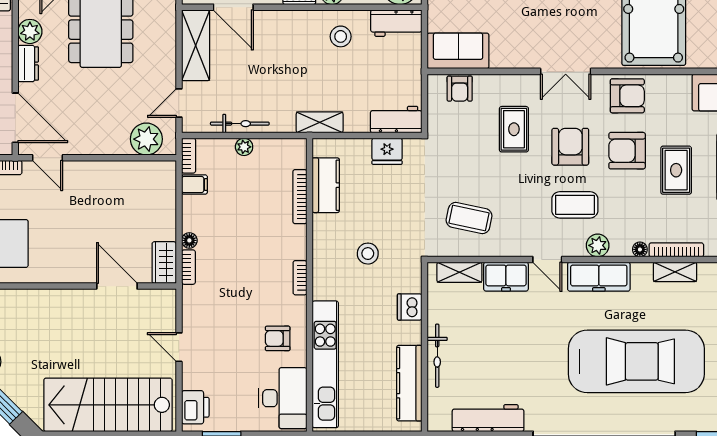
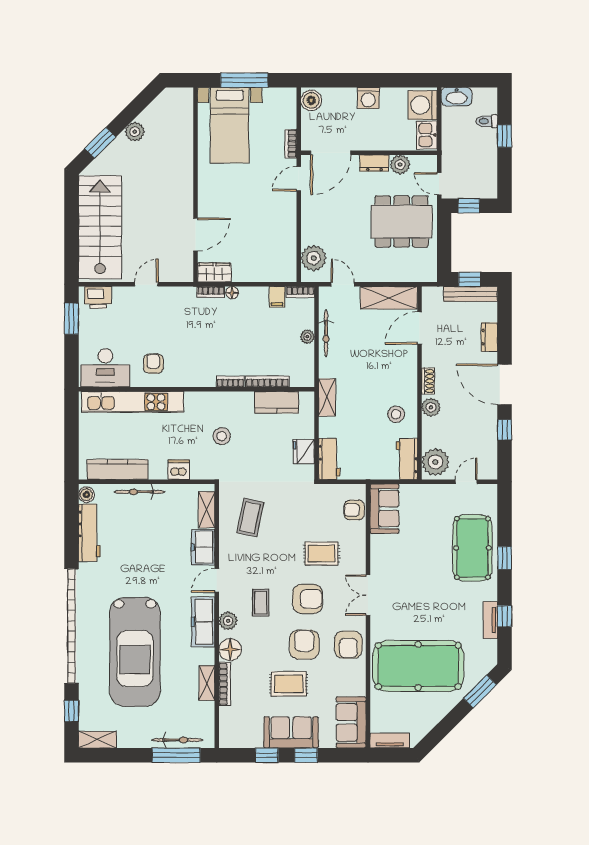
coffee table: (575, 205) -> (261, 603), width x0.73, depth x0.77
floor lamp: (640, 249) -> (230, 650), width x1.89, depth x1.89
bookcase: (300, 278) -> (230, 382), moved
boiler: (441, 422) -> (86, 495), added

